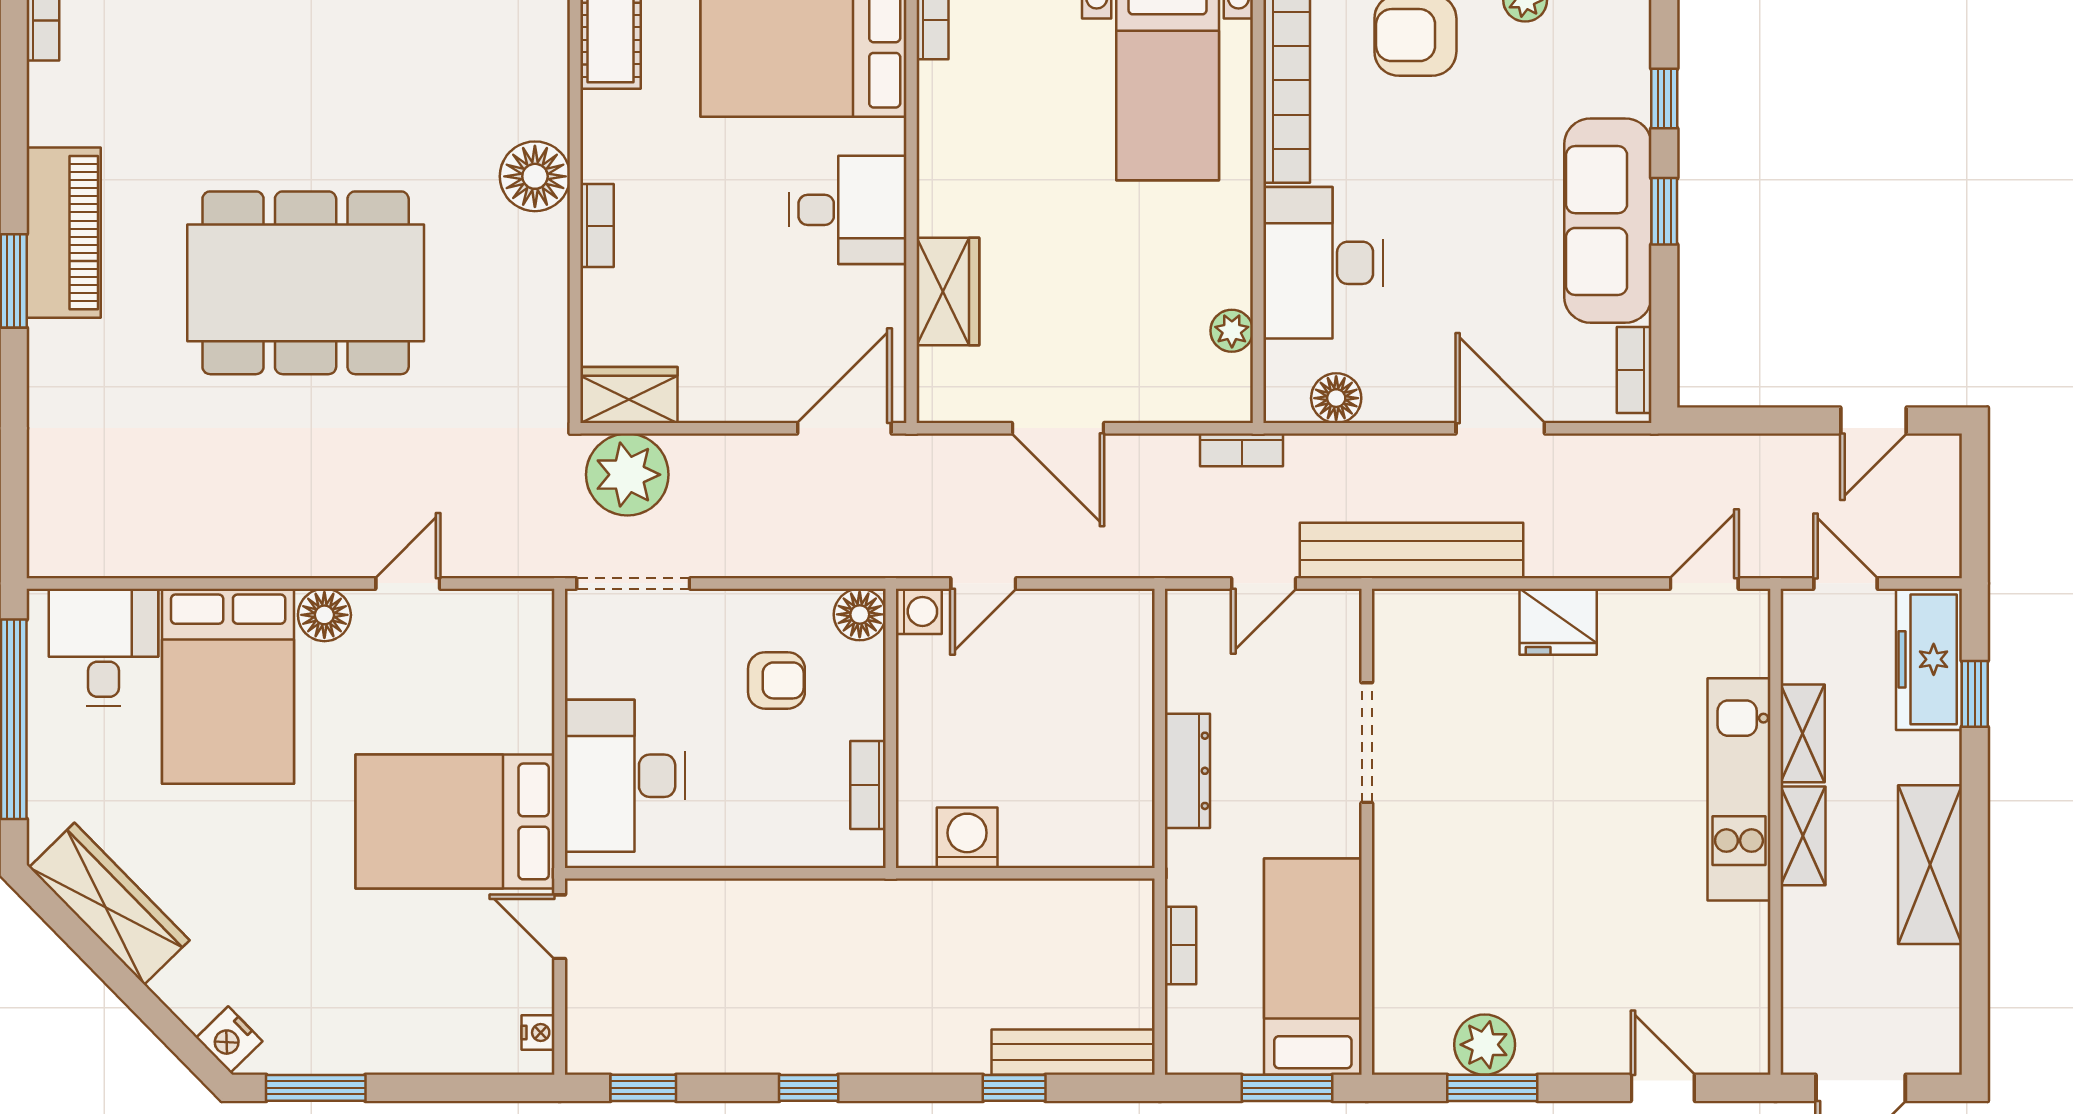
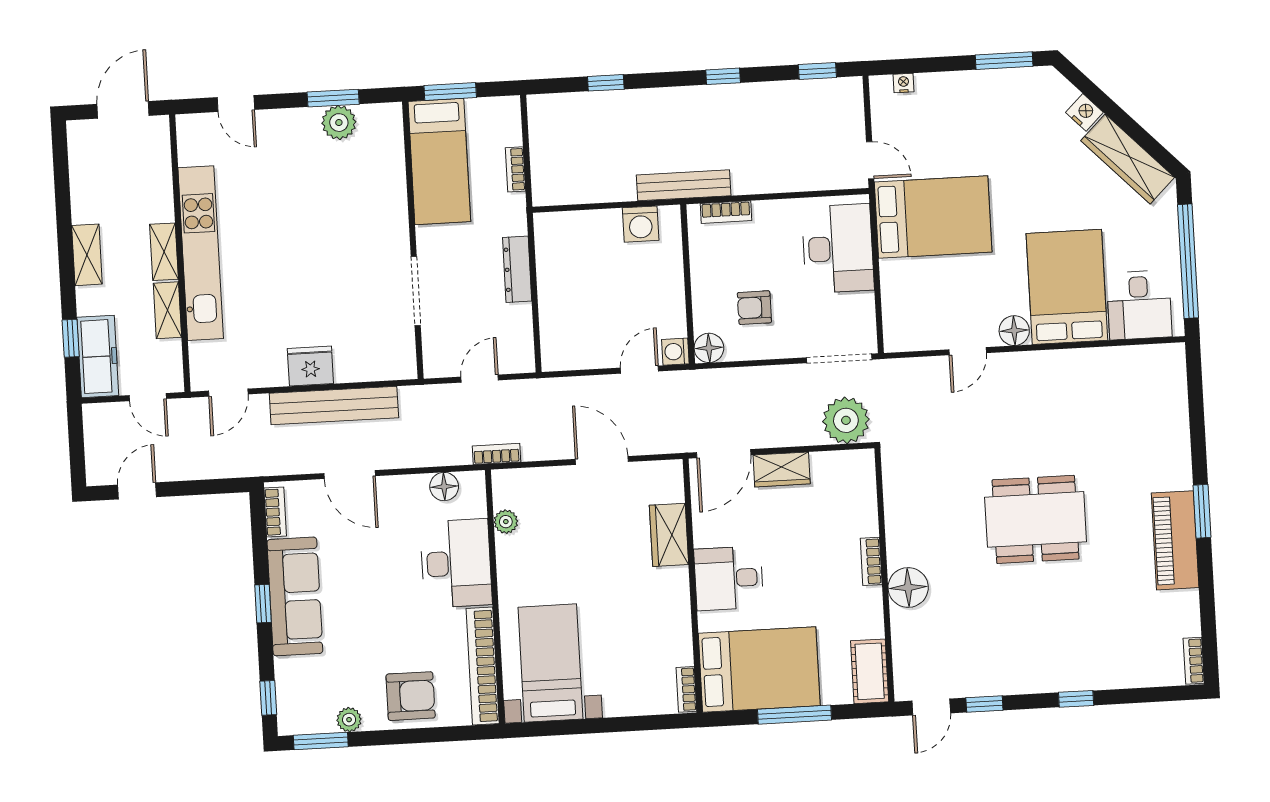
window: (1664, 99) -> (268, 698), moved
dining table: (306, 283) -> (1036, 519), width x0.73, depth x0.80
wardrobe: (629, 395) -> (782, 469), moved
bench: (1411, 551) -> (334, 405), moved
bookcase: (868, 785) -> (726, 212), moved, turned 90
kitchen unit: (1739, 789) -> (201, 253), width x1.36
shelving: (1930, 865) -> (87, 255), width x0.67, depth x0.75
nightstand: (538, 1033) -> (904, 83), moved, turned 90
nightstand: (229, 1040) -> (1084, 112), moved
bench: (1073, 1052) -> (684, 185), moved

